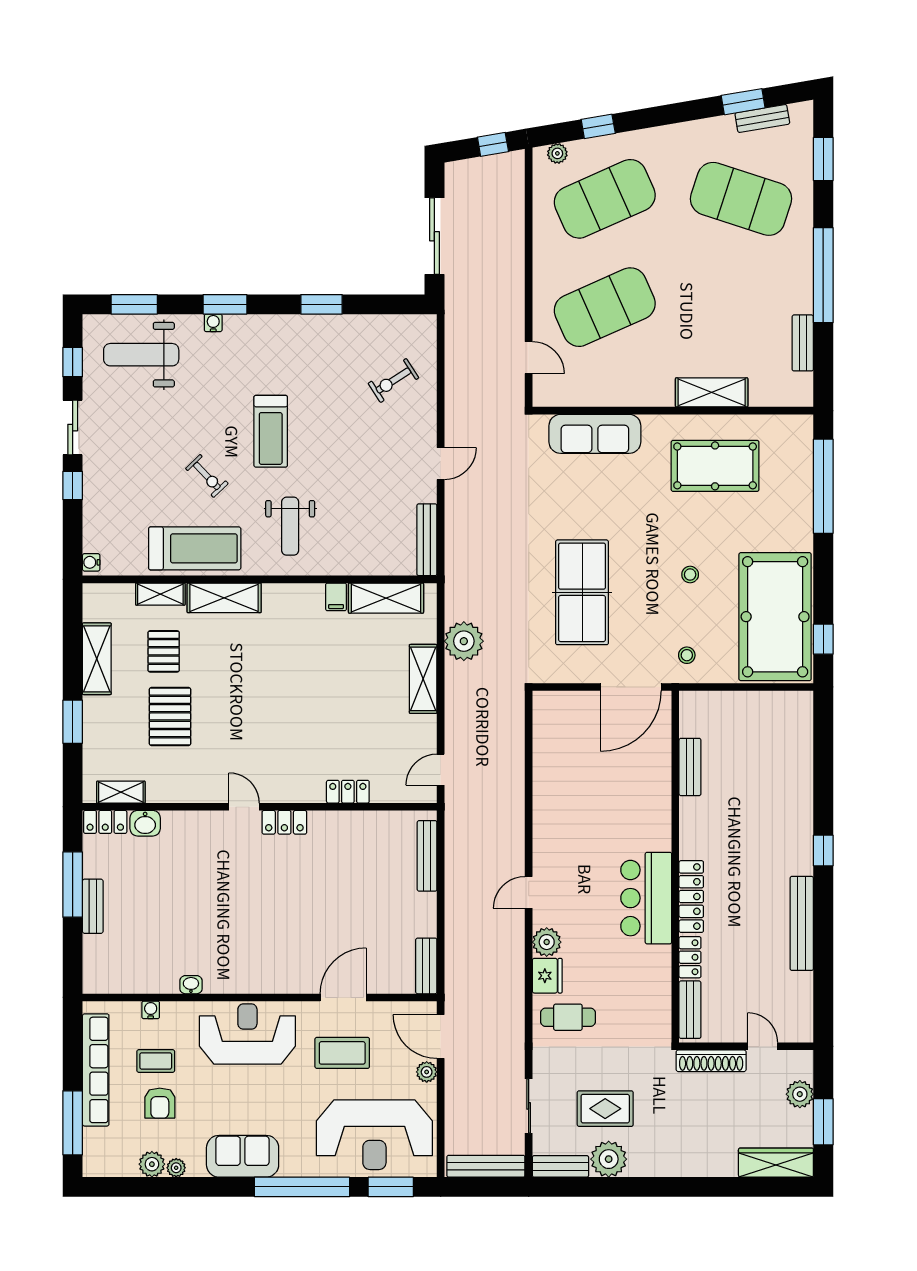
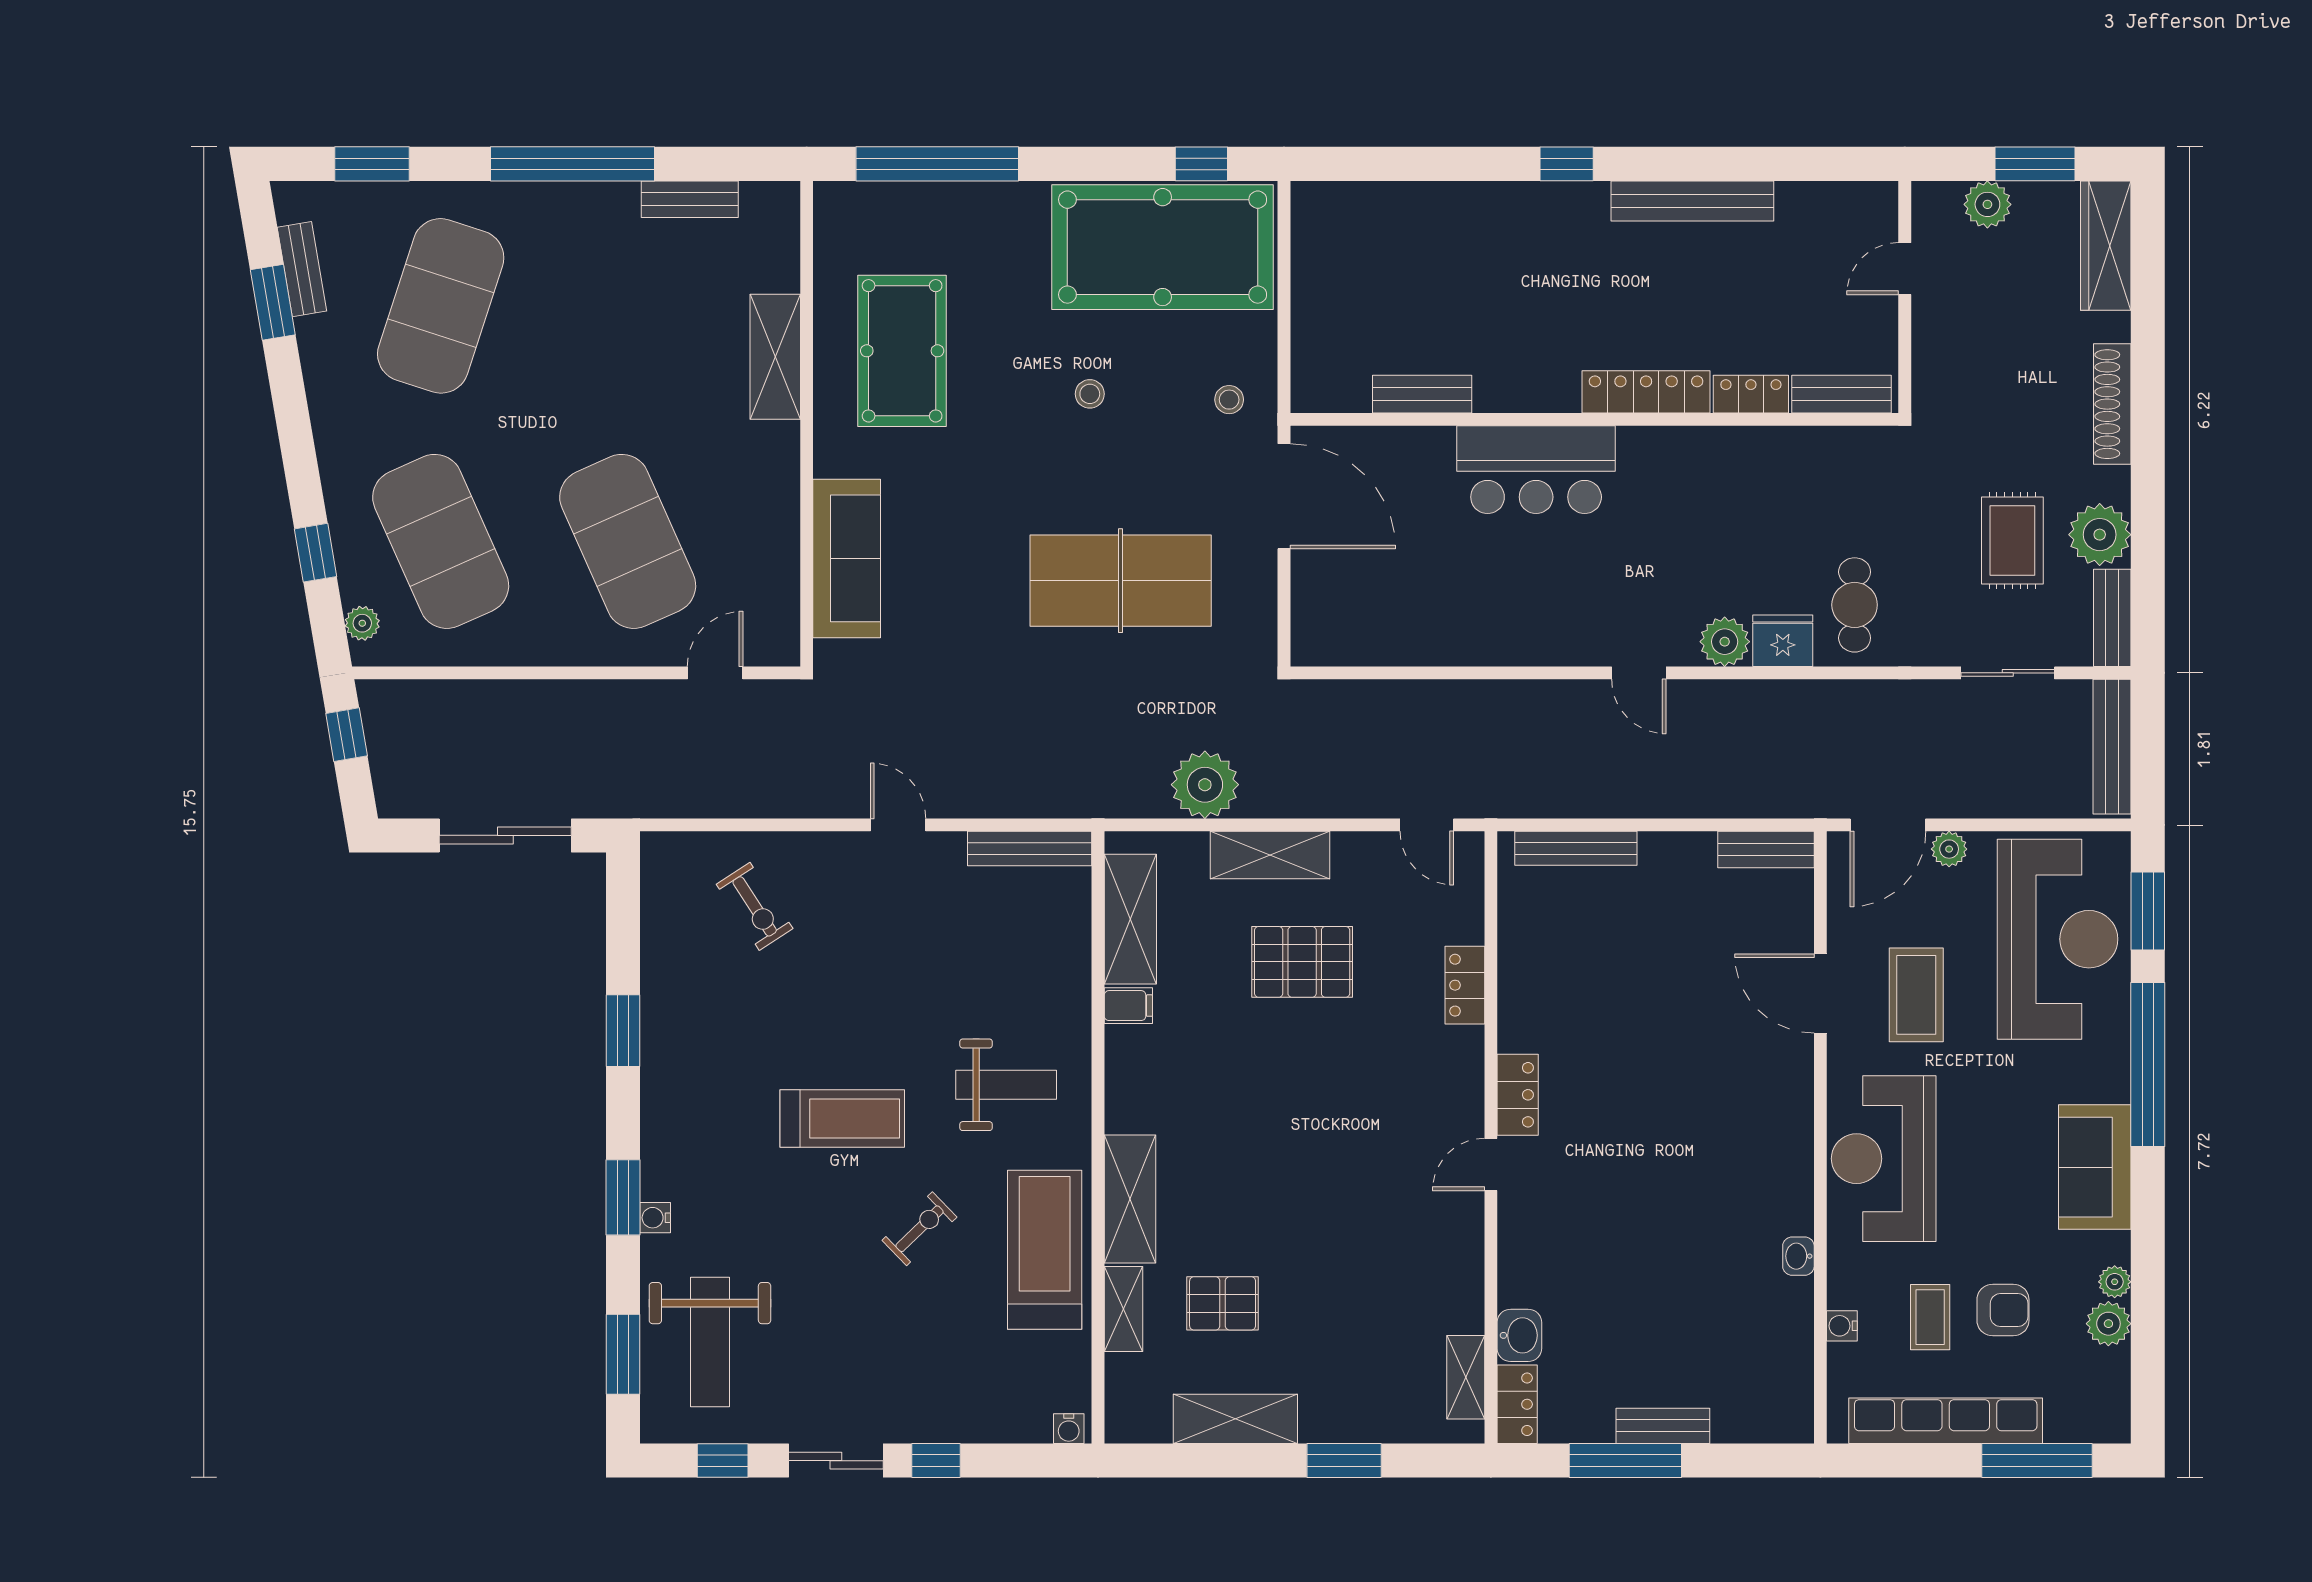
pallet: (170, 716) -> (1302, 962), moved
bar counter: (646, 898) -> (1536, 470), moved
shoe rack: (711, 1061) -> (2112, 404), moved, turned 180

